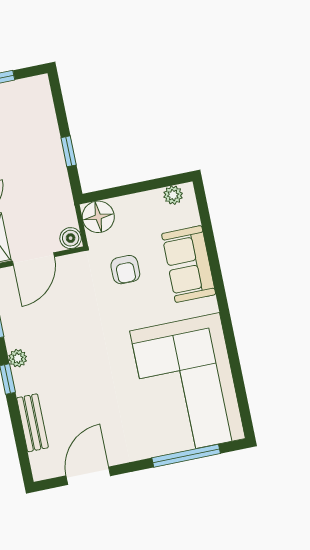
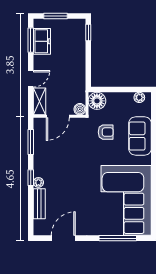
window: (69, 151) -> (88, 32), moved
armchair: (125, 270) -> (106, 132), turned -90
plant: (18, 358) -> (38, 182), moved

